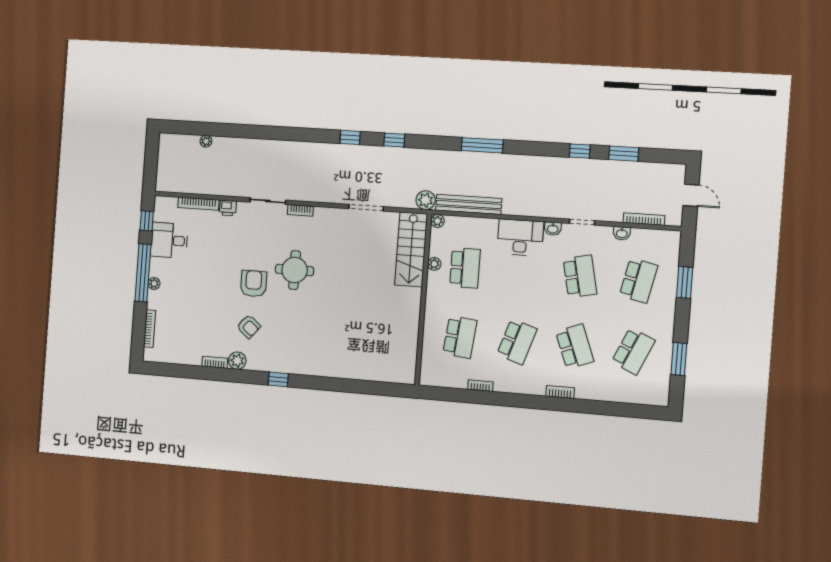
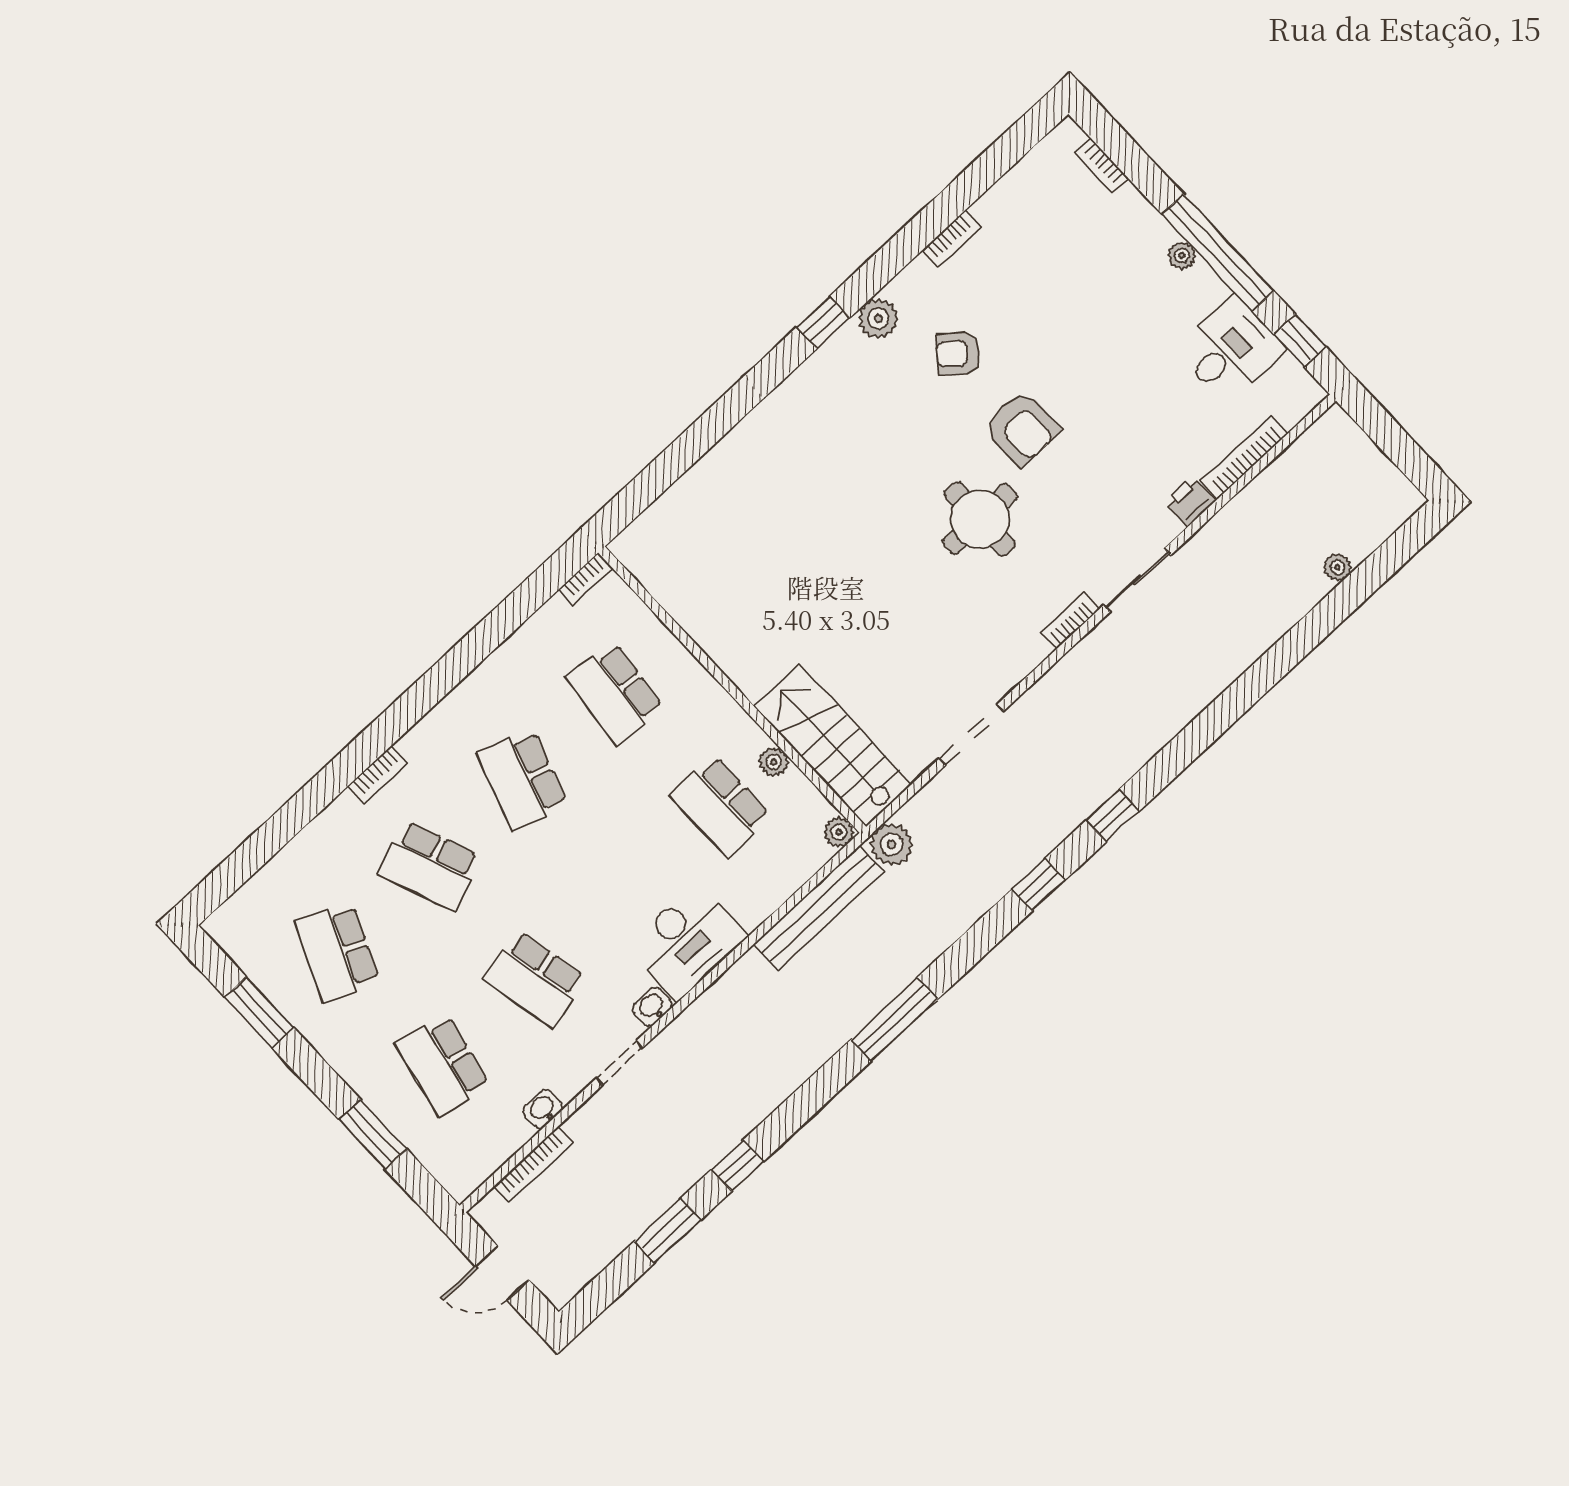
bookcase: (150, 329) -> (1102, 166), width x0.64
plant: (237, 361) -> (878, 318), moved
bookcase: (480, 386) -> (586, 579), moved

